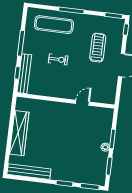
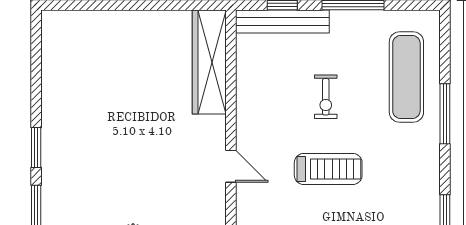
treadmill: (98, 48) -> (328, 169), moved
wardrobe: (19, 133) -> (209, 62), moved, turned 90
bench: (29, 172) -> (53, 61), removed

